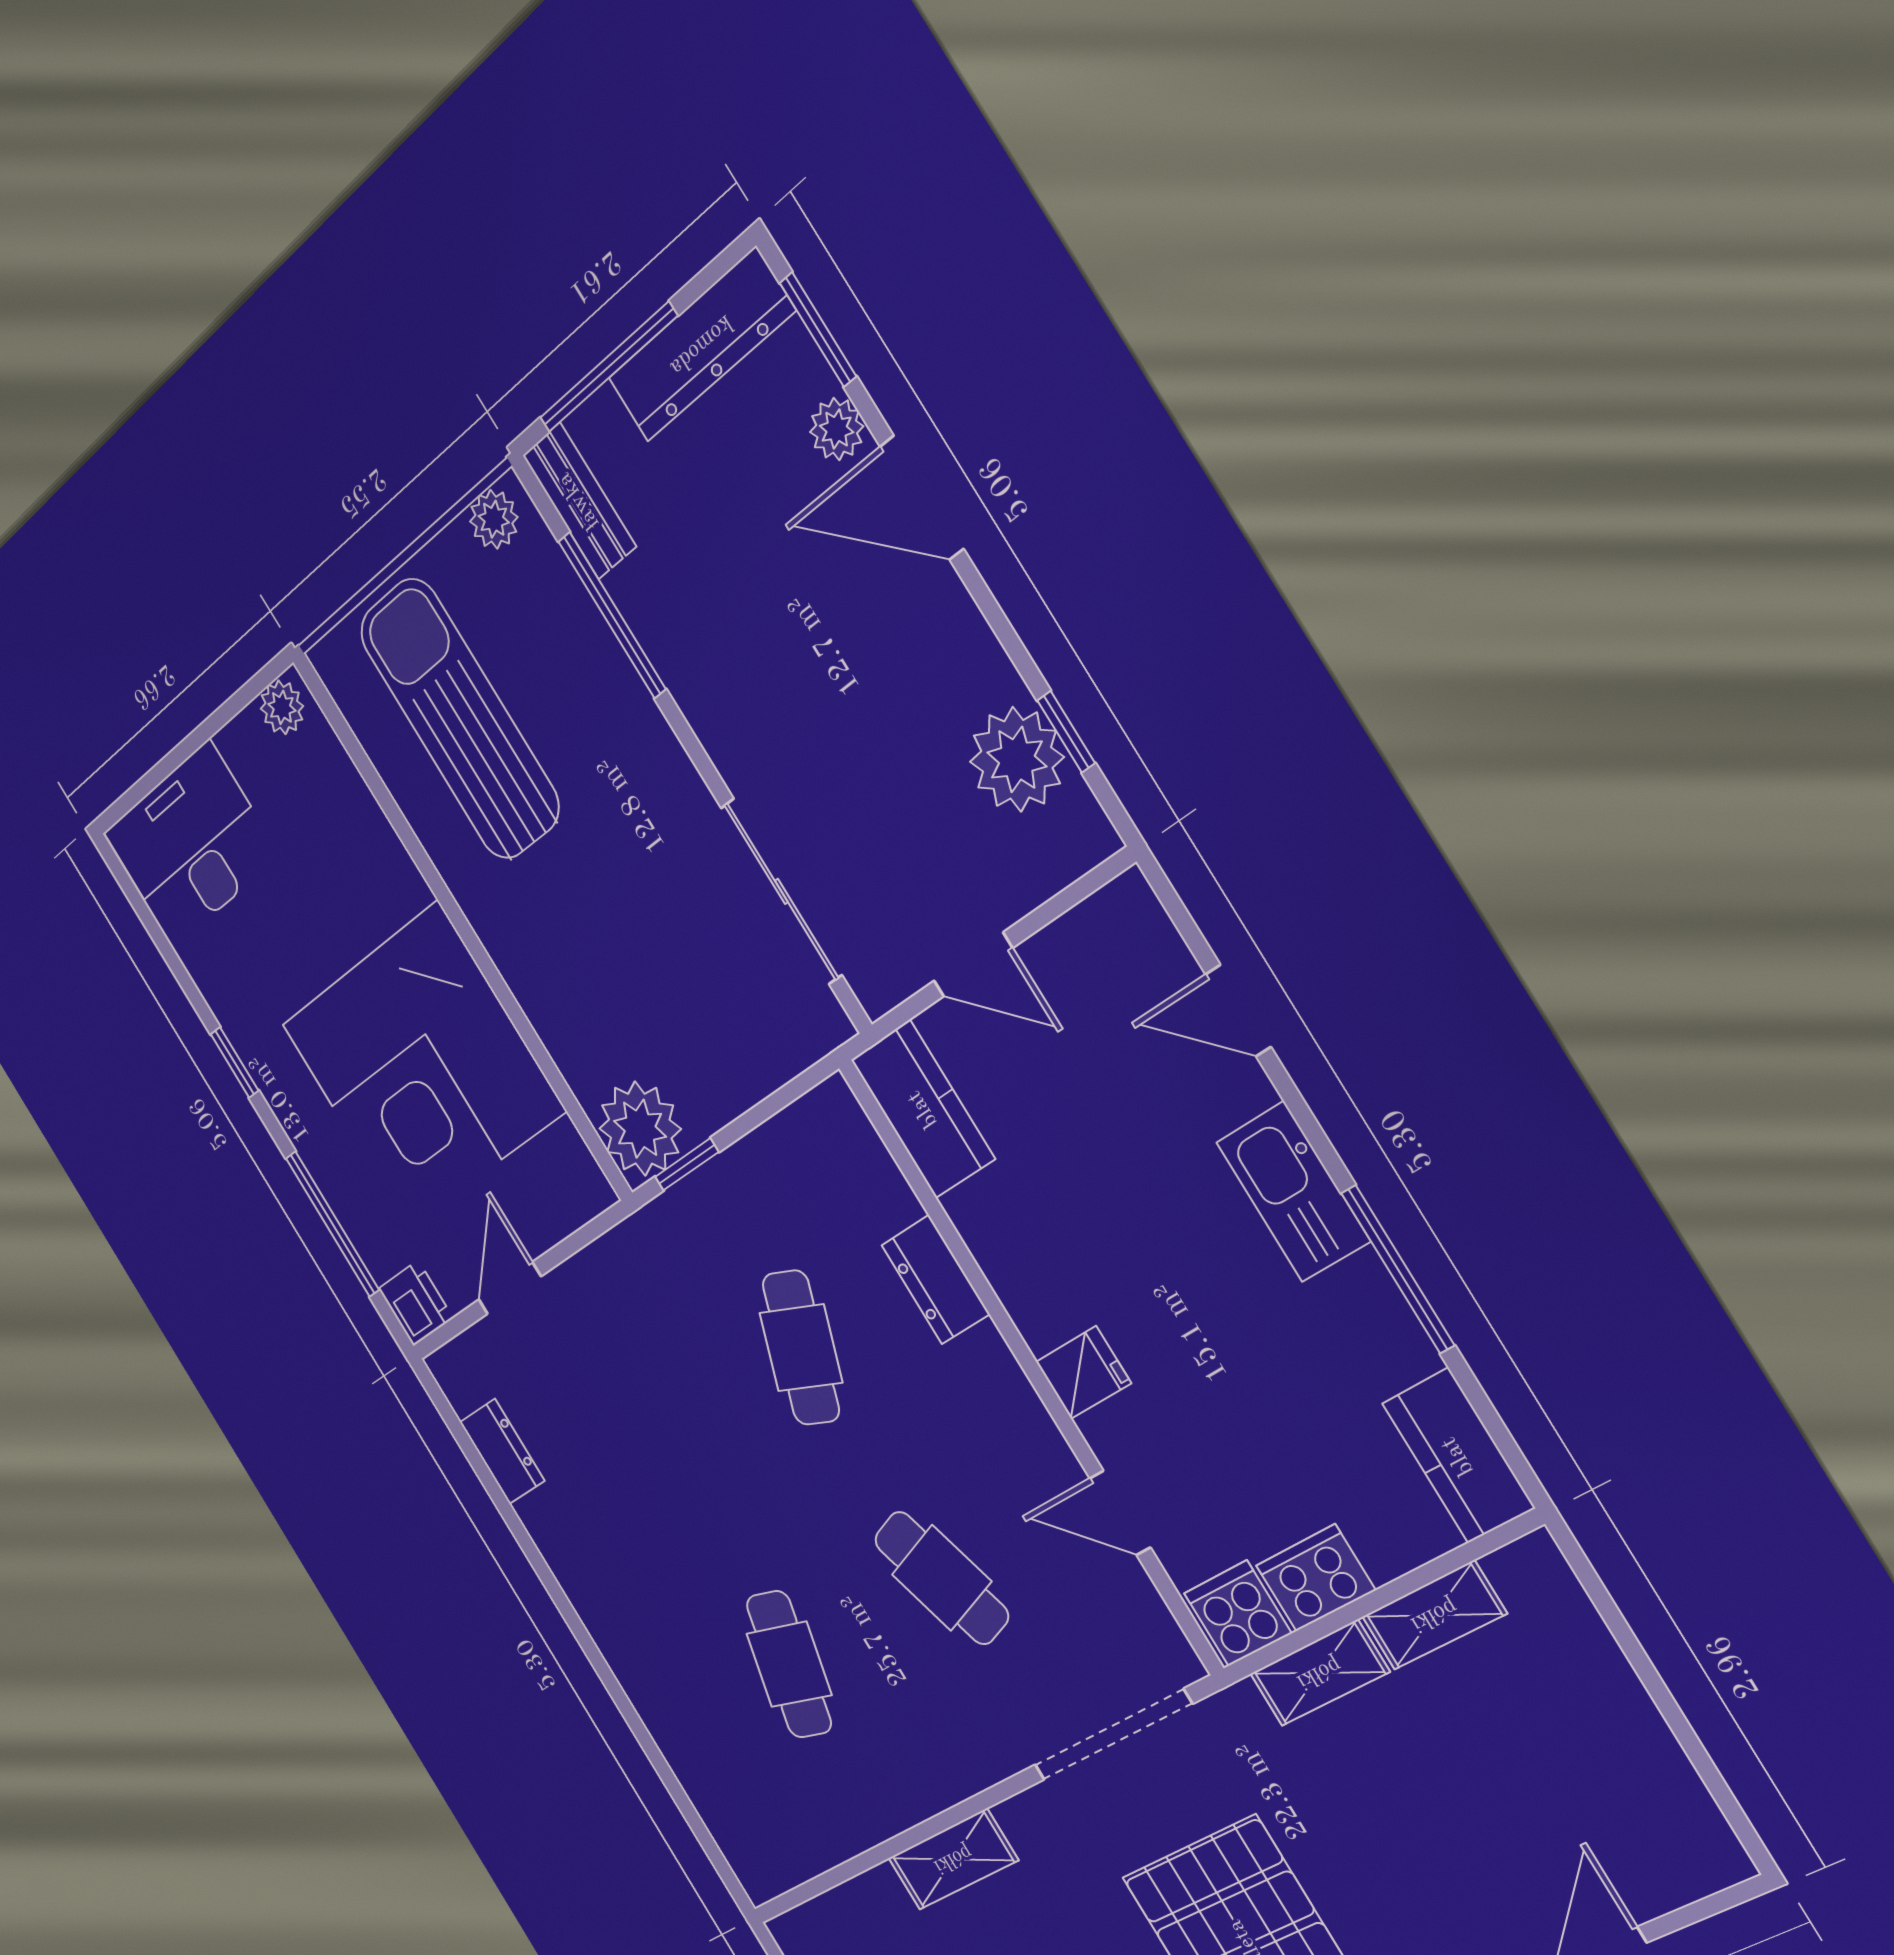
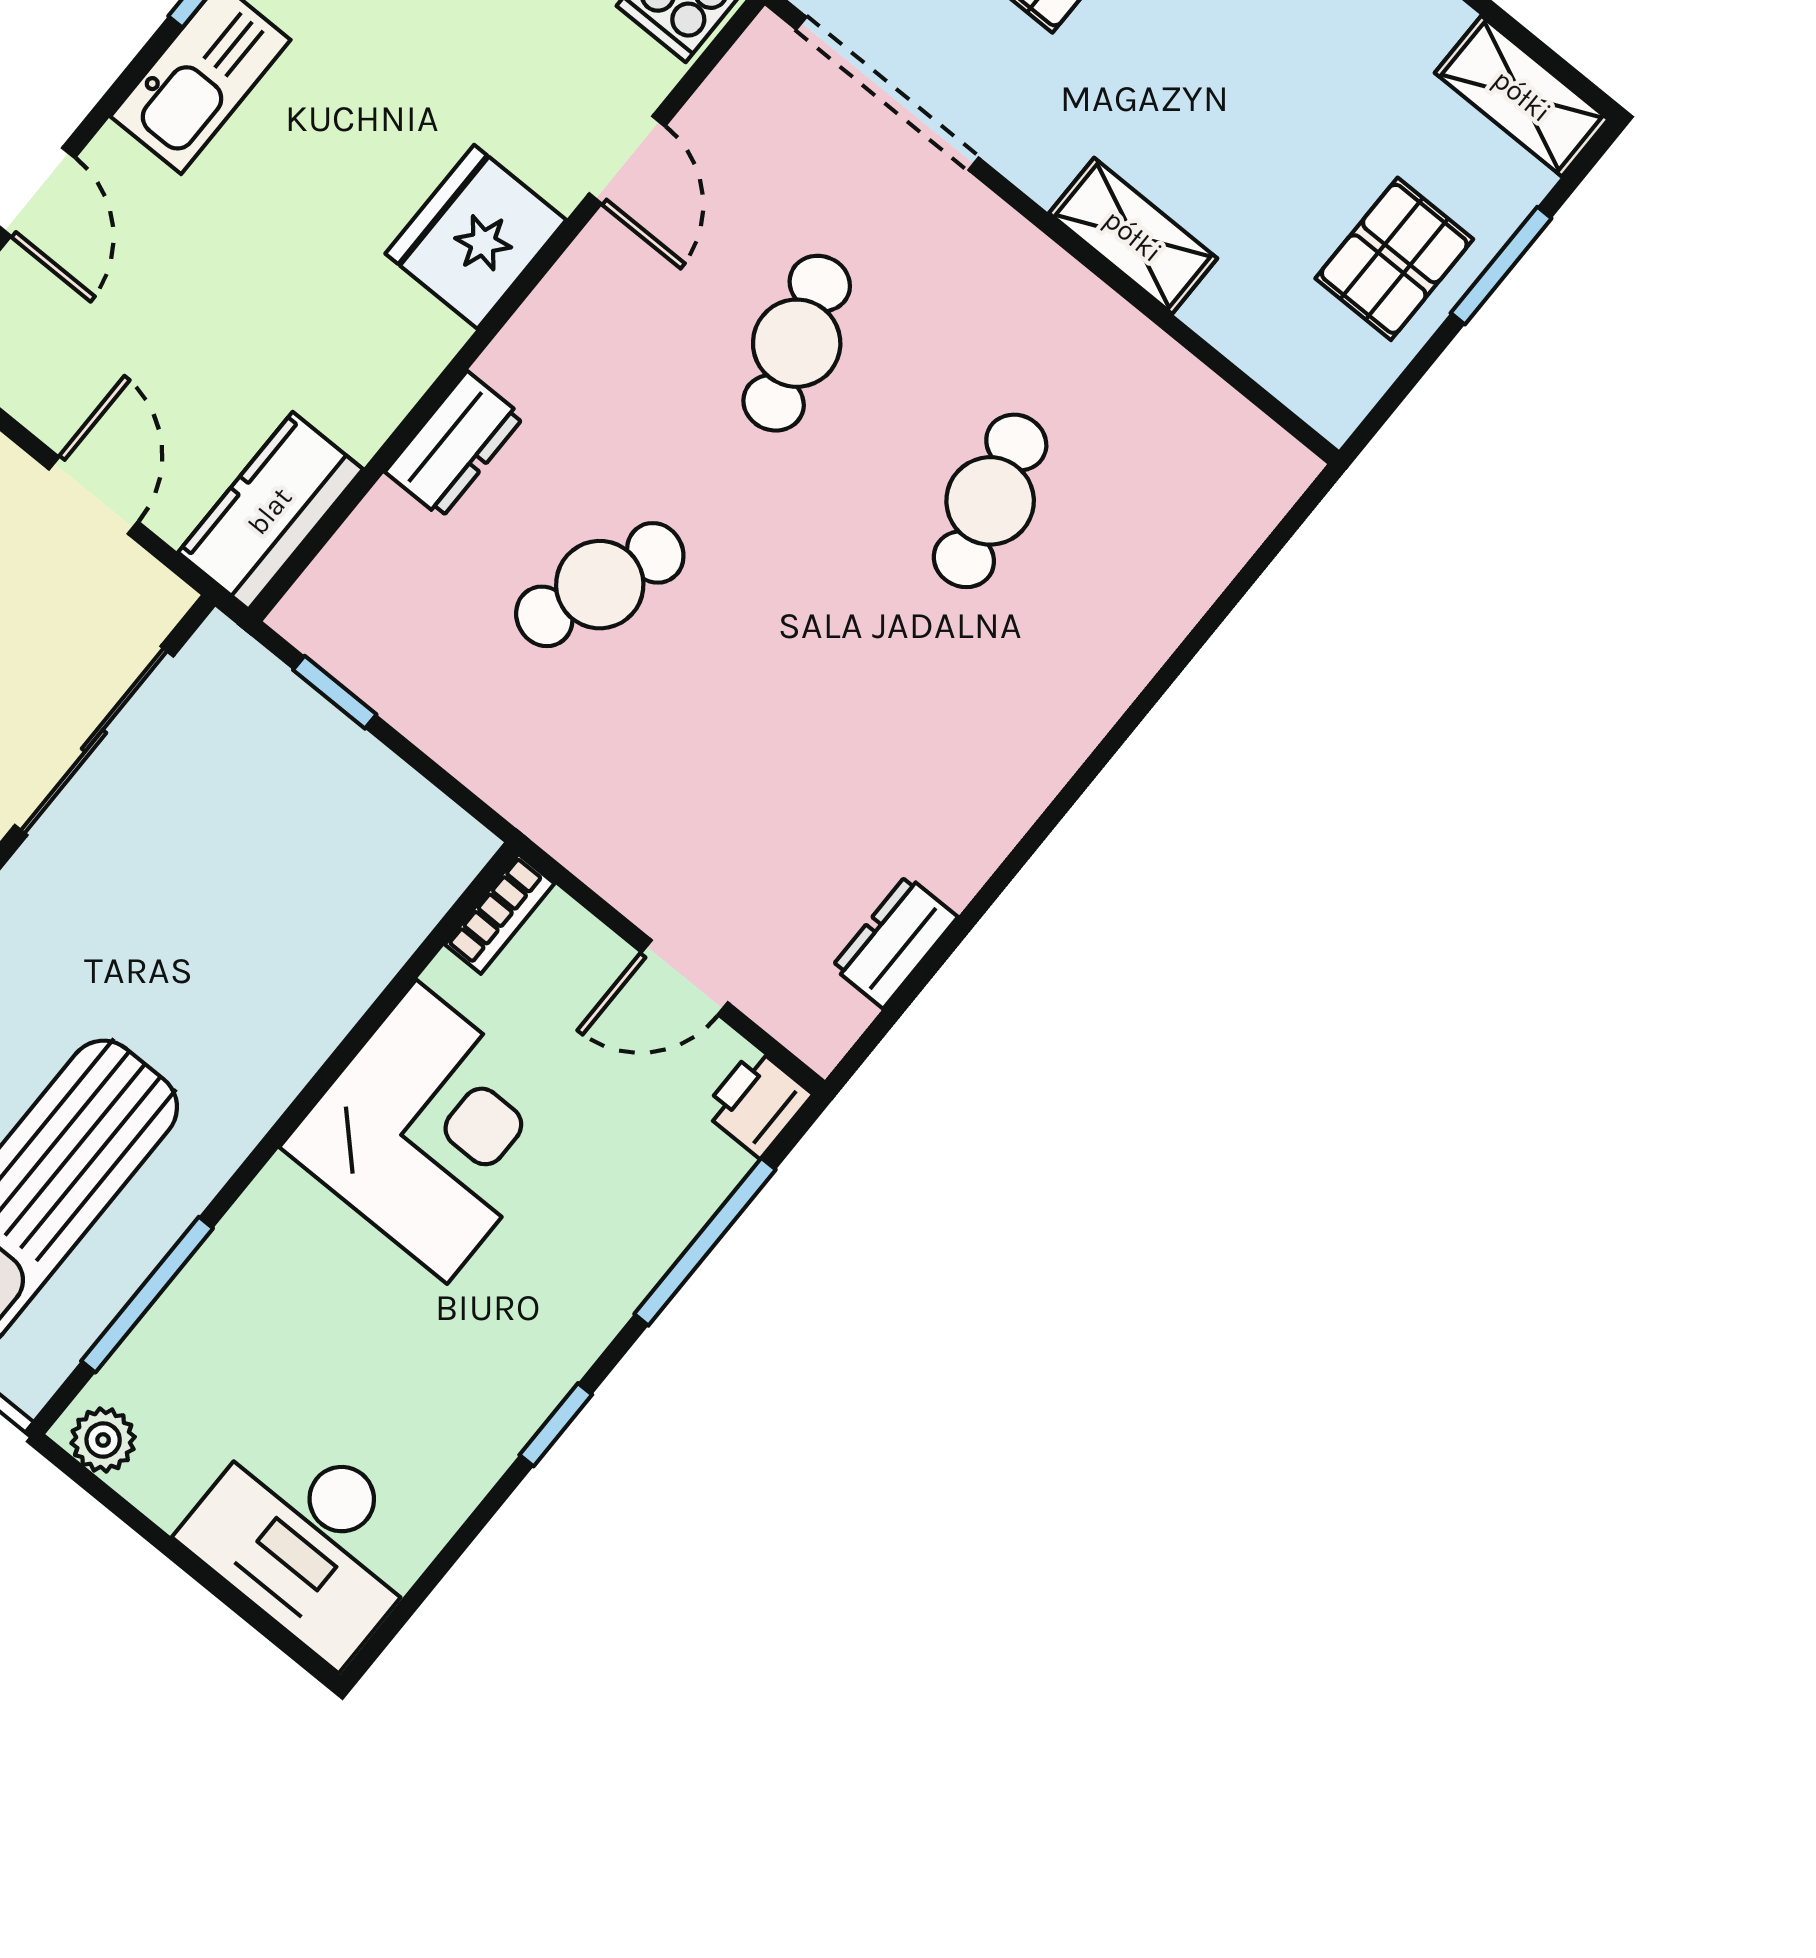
window: (374, 781) -> (147, 1295), added
corner desk: (422, 1067) -> (432, 1132), width x0.74, depth x0.74
plant: (640, 1129) -> (425, 850), removed
window: (687, 1164) -> (335, 692), moved
bookcase: (583, 1168) -> (500, 914), added
fridge: (1083, 1373) -> (476, 237), width x1.88, depth x1.34
cafe table: (789, 1664) -> (990, 501), turned -30

